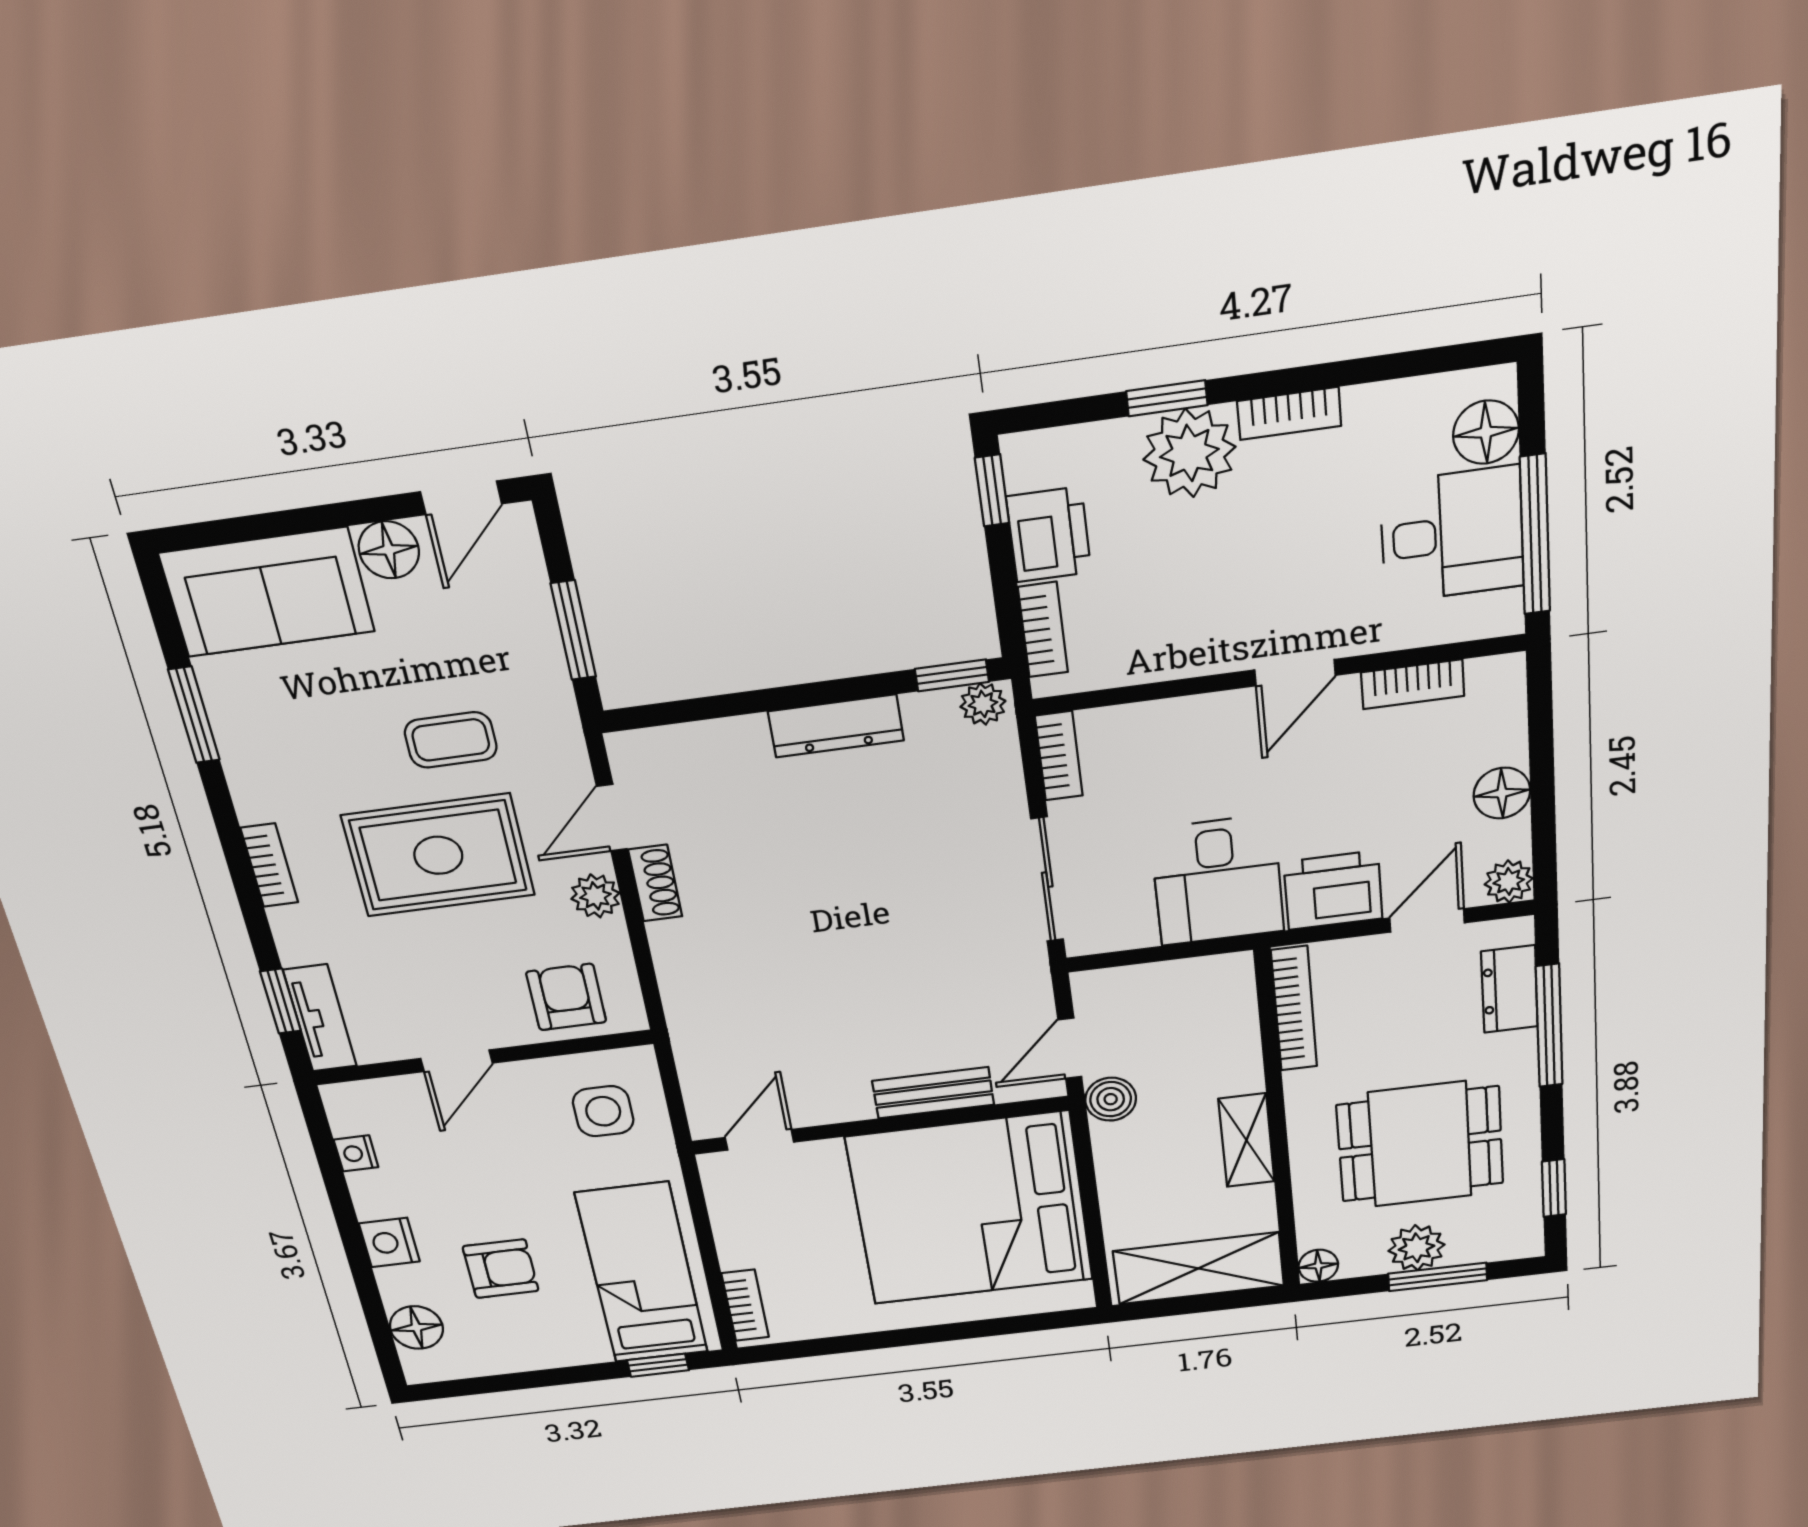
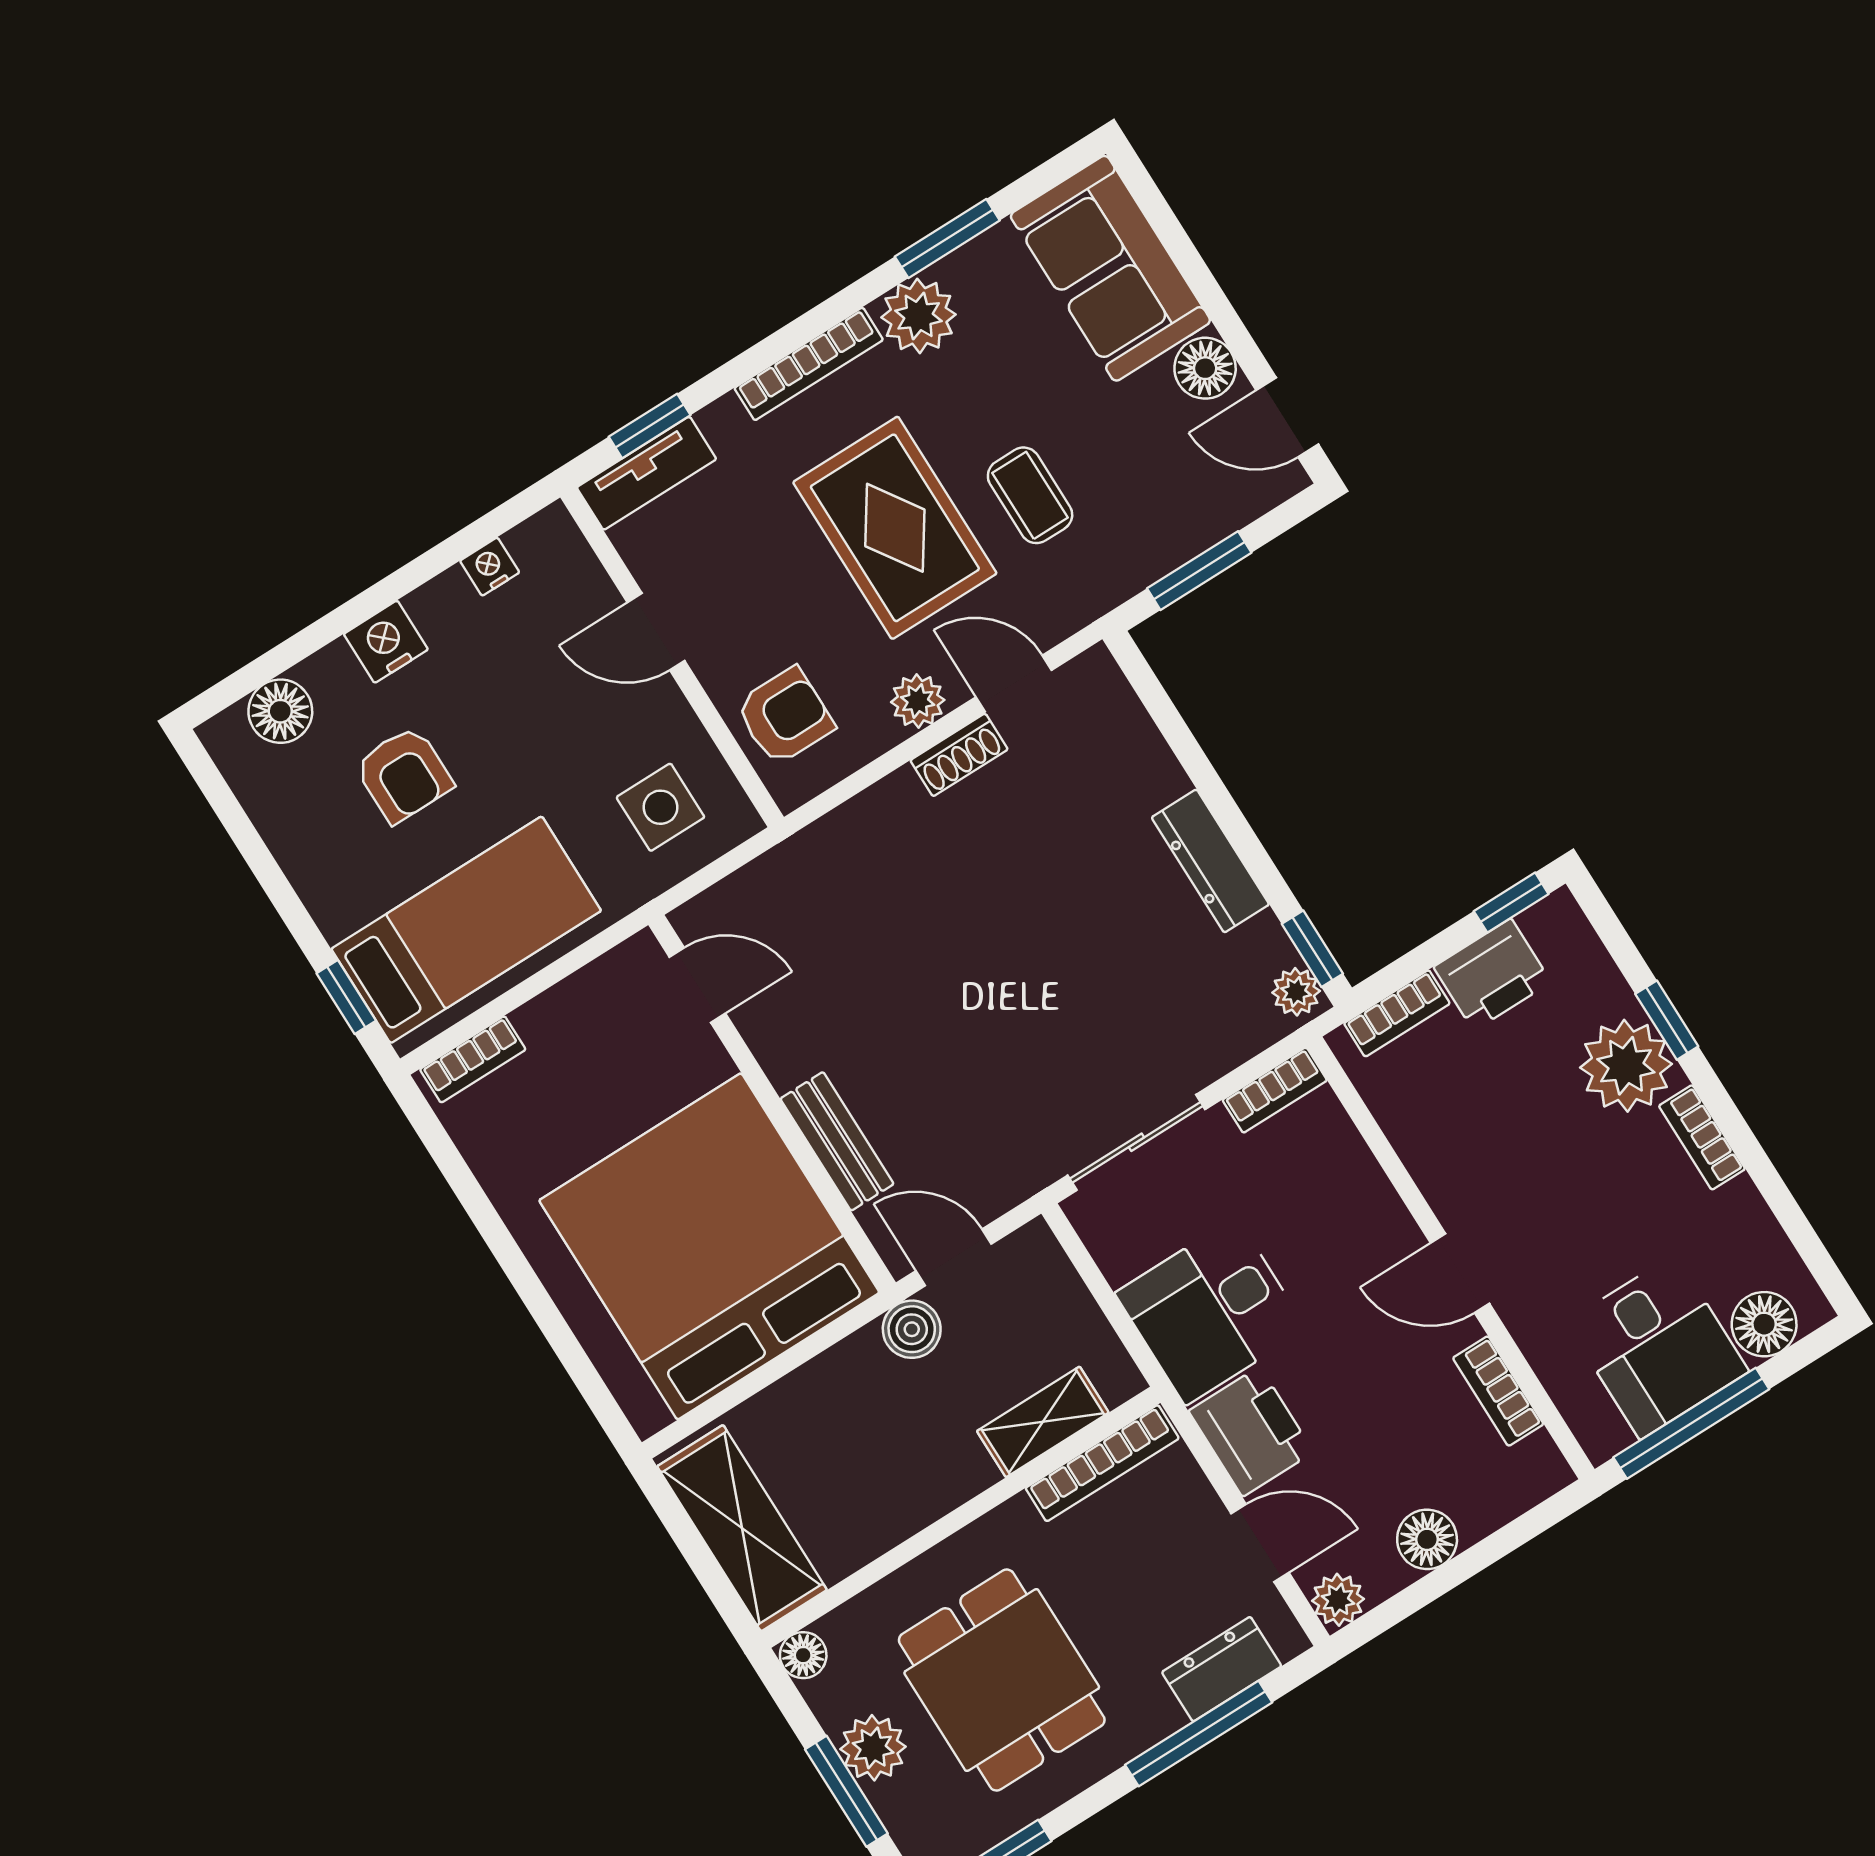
plant: (257, 765) -> (919, 316), added
bookcase: (269, 865) -> (809, 364), width x1.56
shelving: (1246, 1140) -> (1043, 1422), moved

